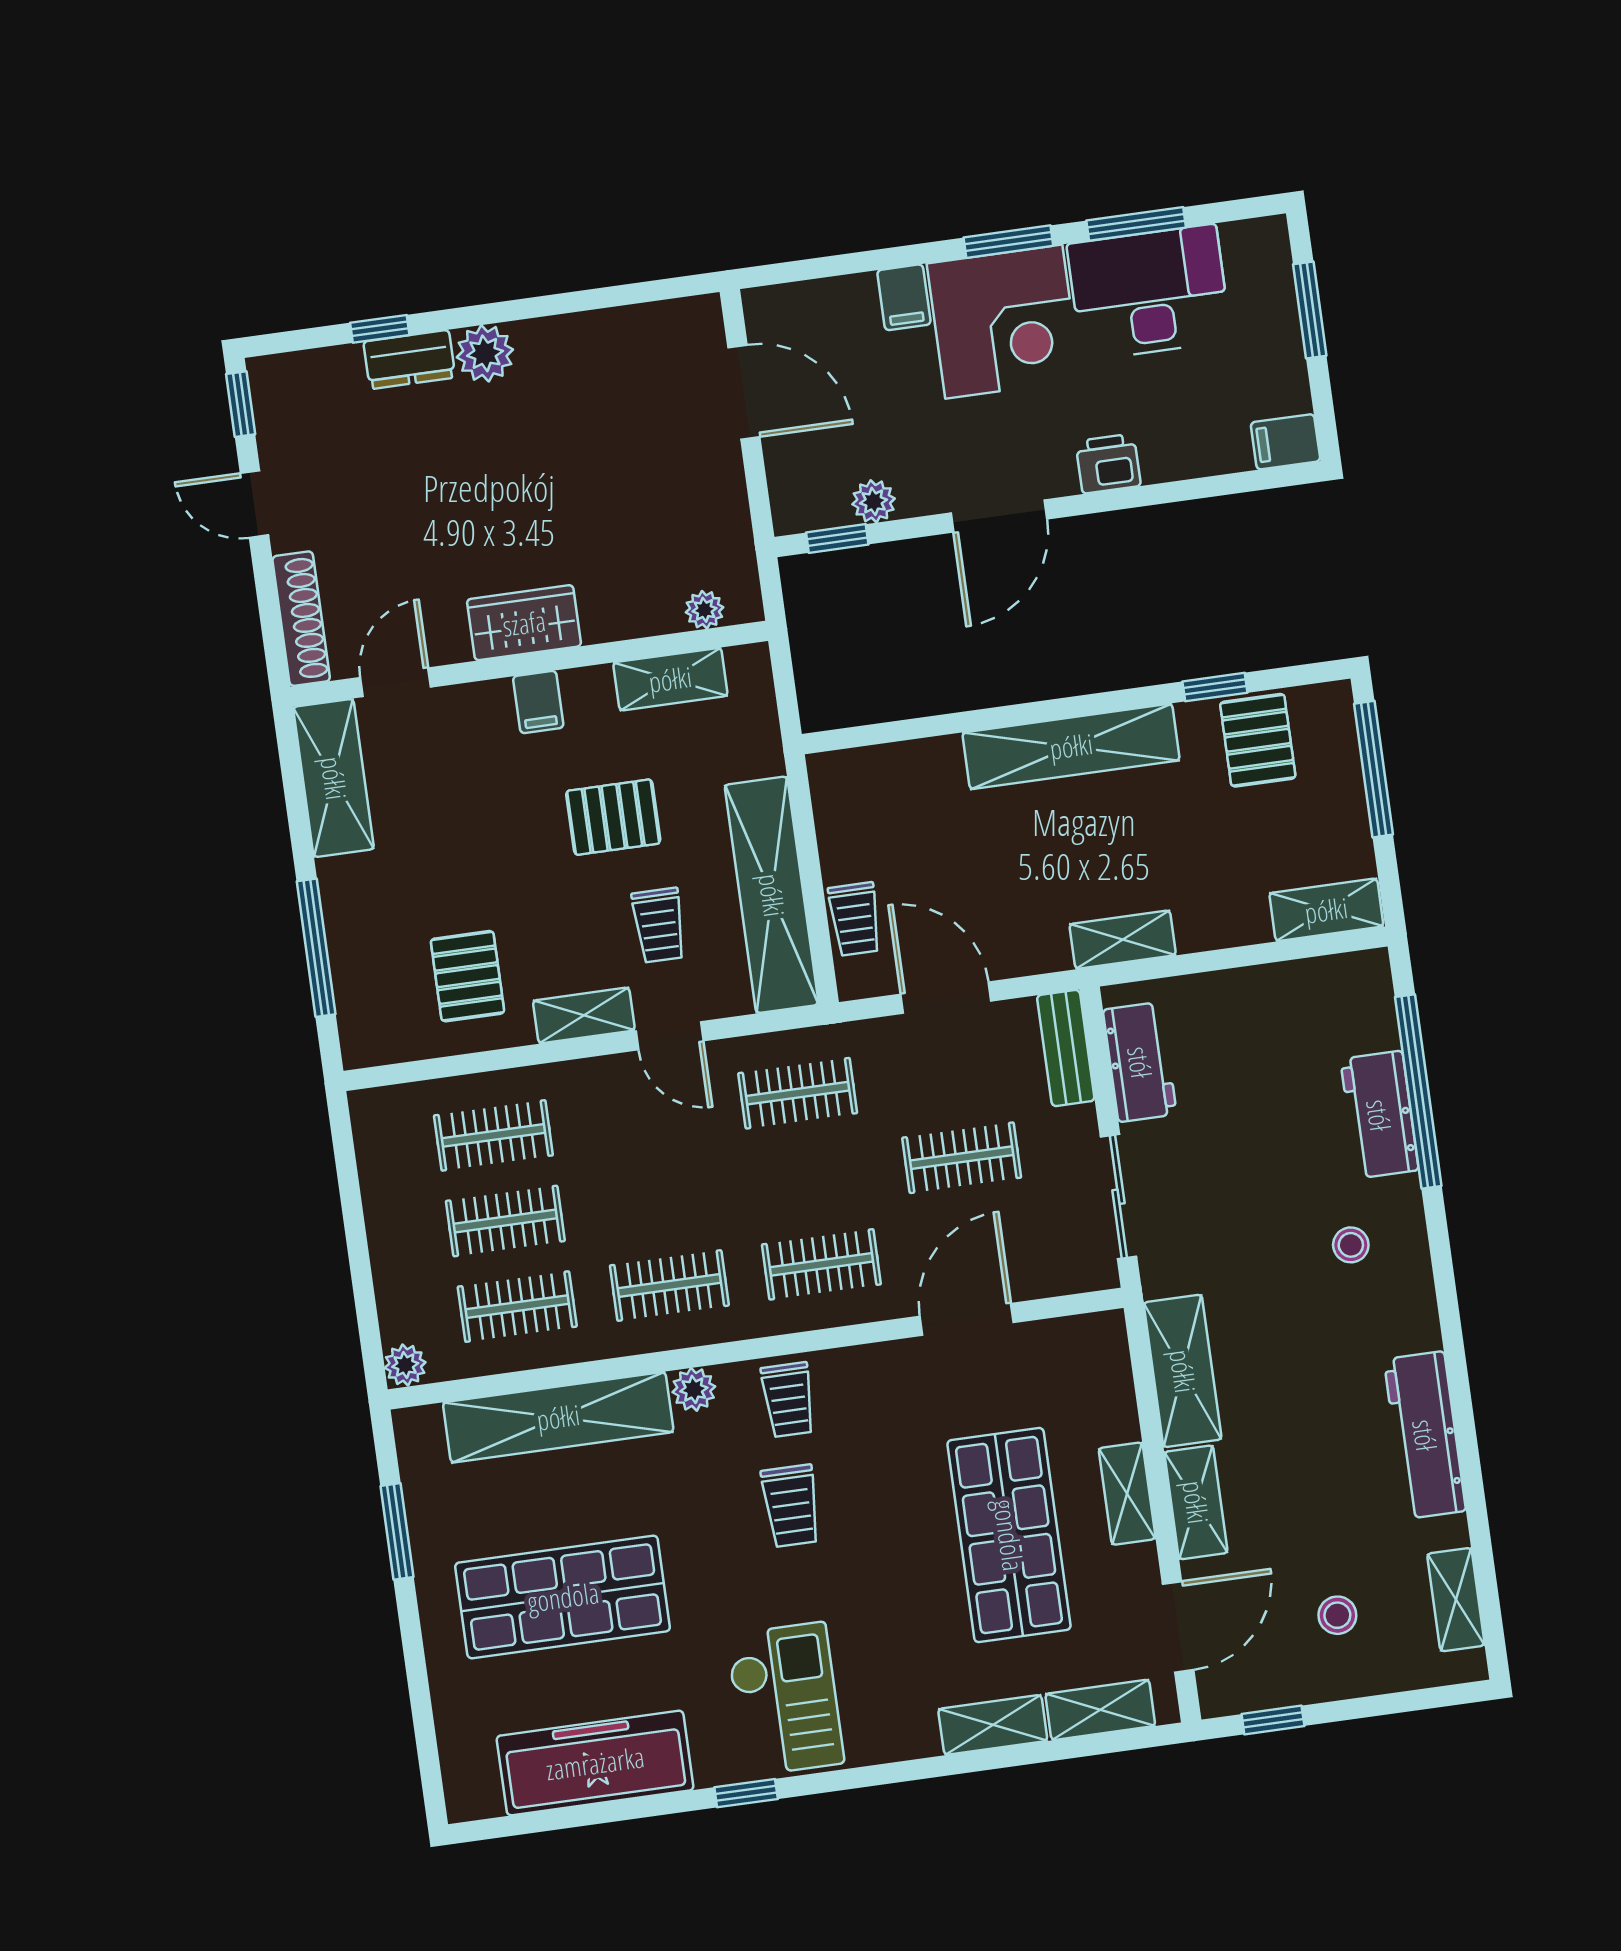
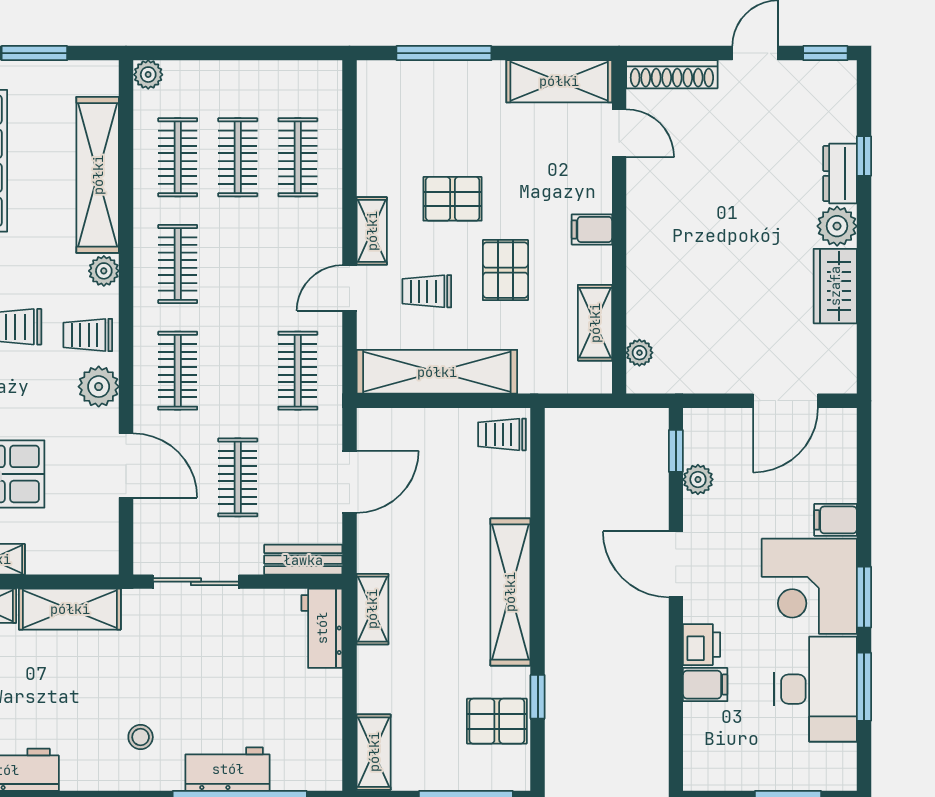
filing cabinet: (1285, 442) -> (705, 685), moved, turned 90
wardrobe: (524, 623) -> (835, 286), moved, turned 180
trolley: (855, 919) -> (502, 434), moved
pallet: (467, 976) -> (453, 199), moved
workbench: (1140, 1062) -> (322, 628), moved, turned 90
plant: (860, 1374) -> (99, 387), added

